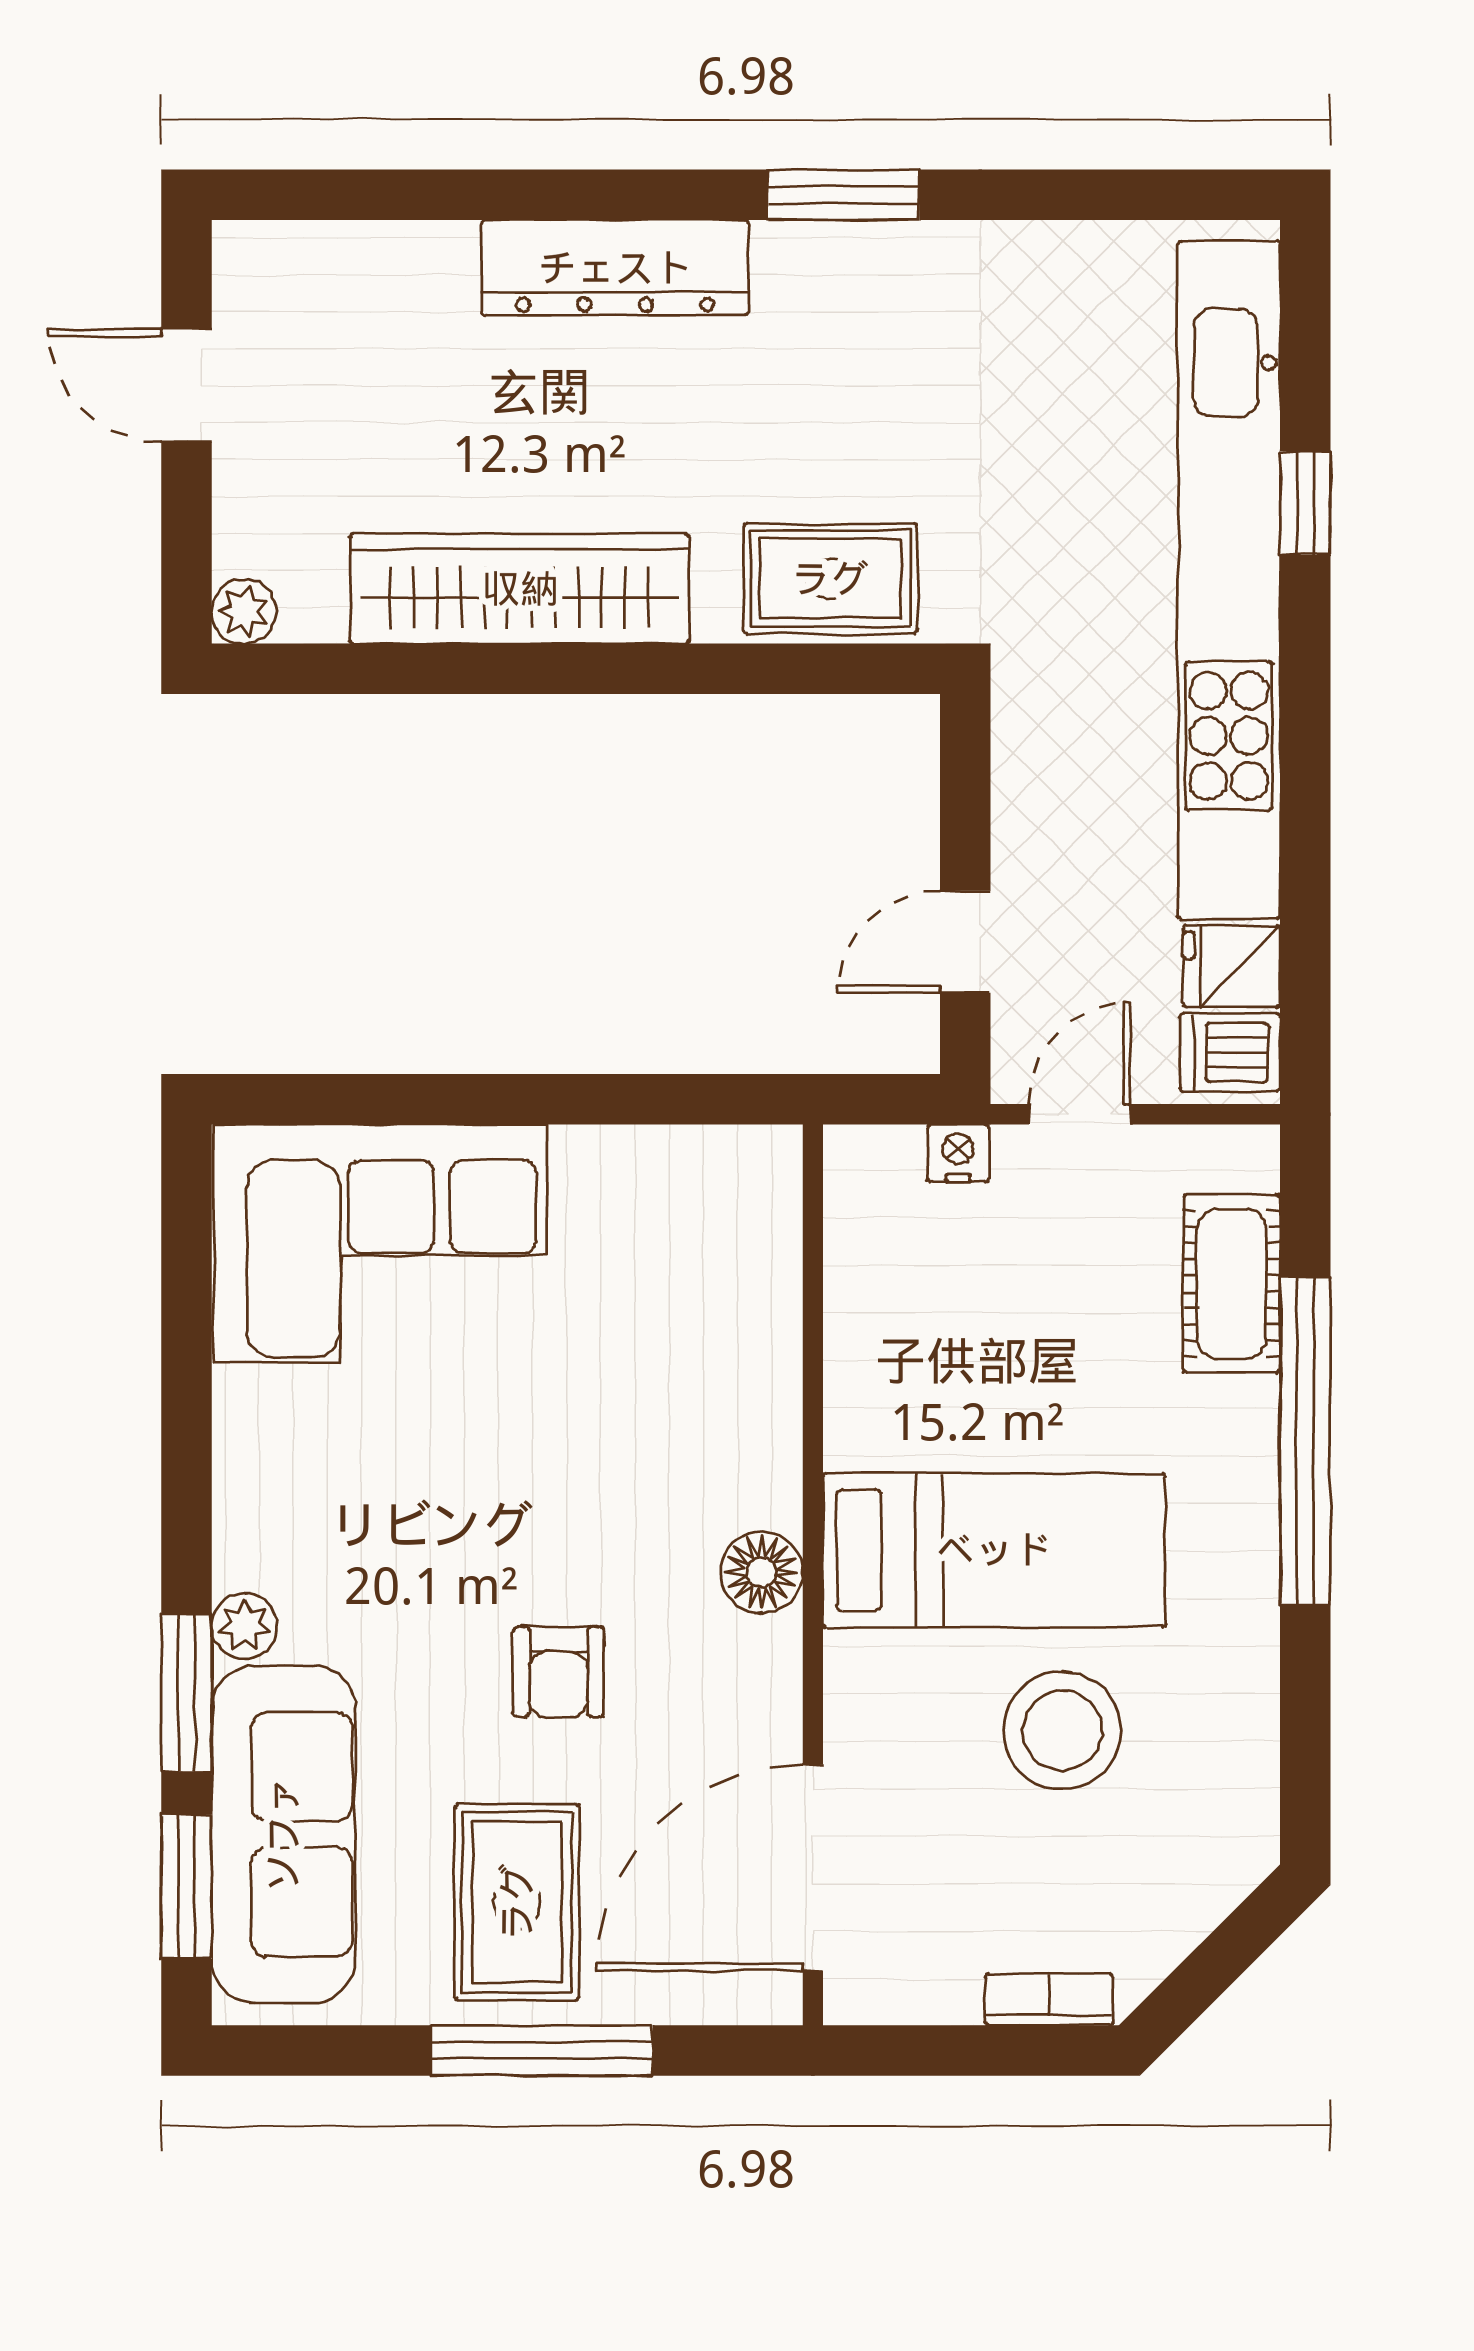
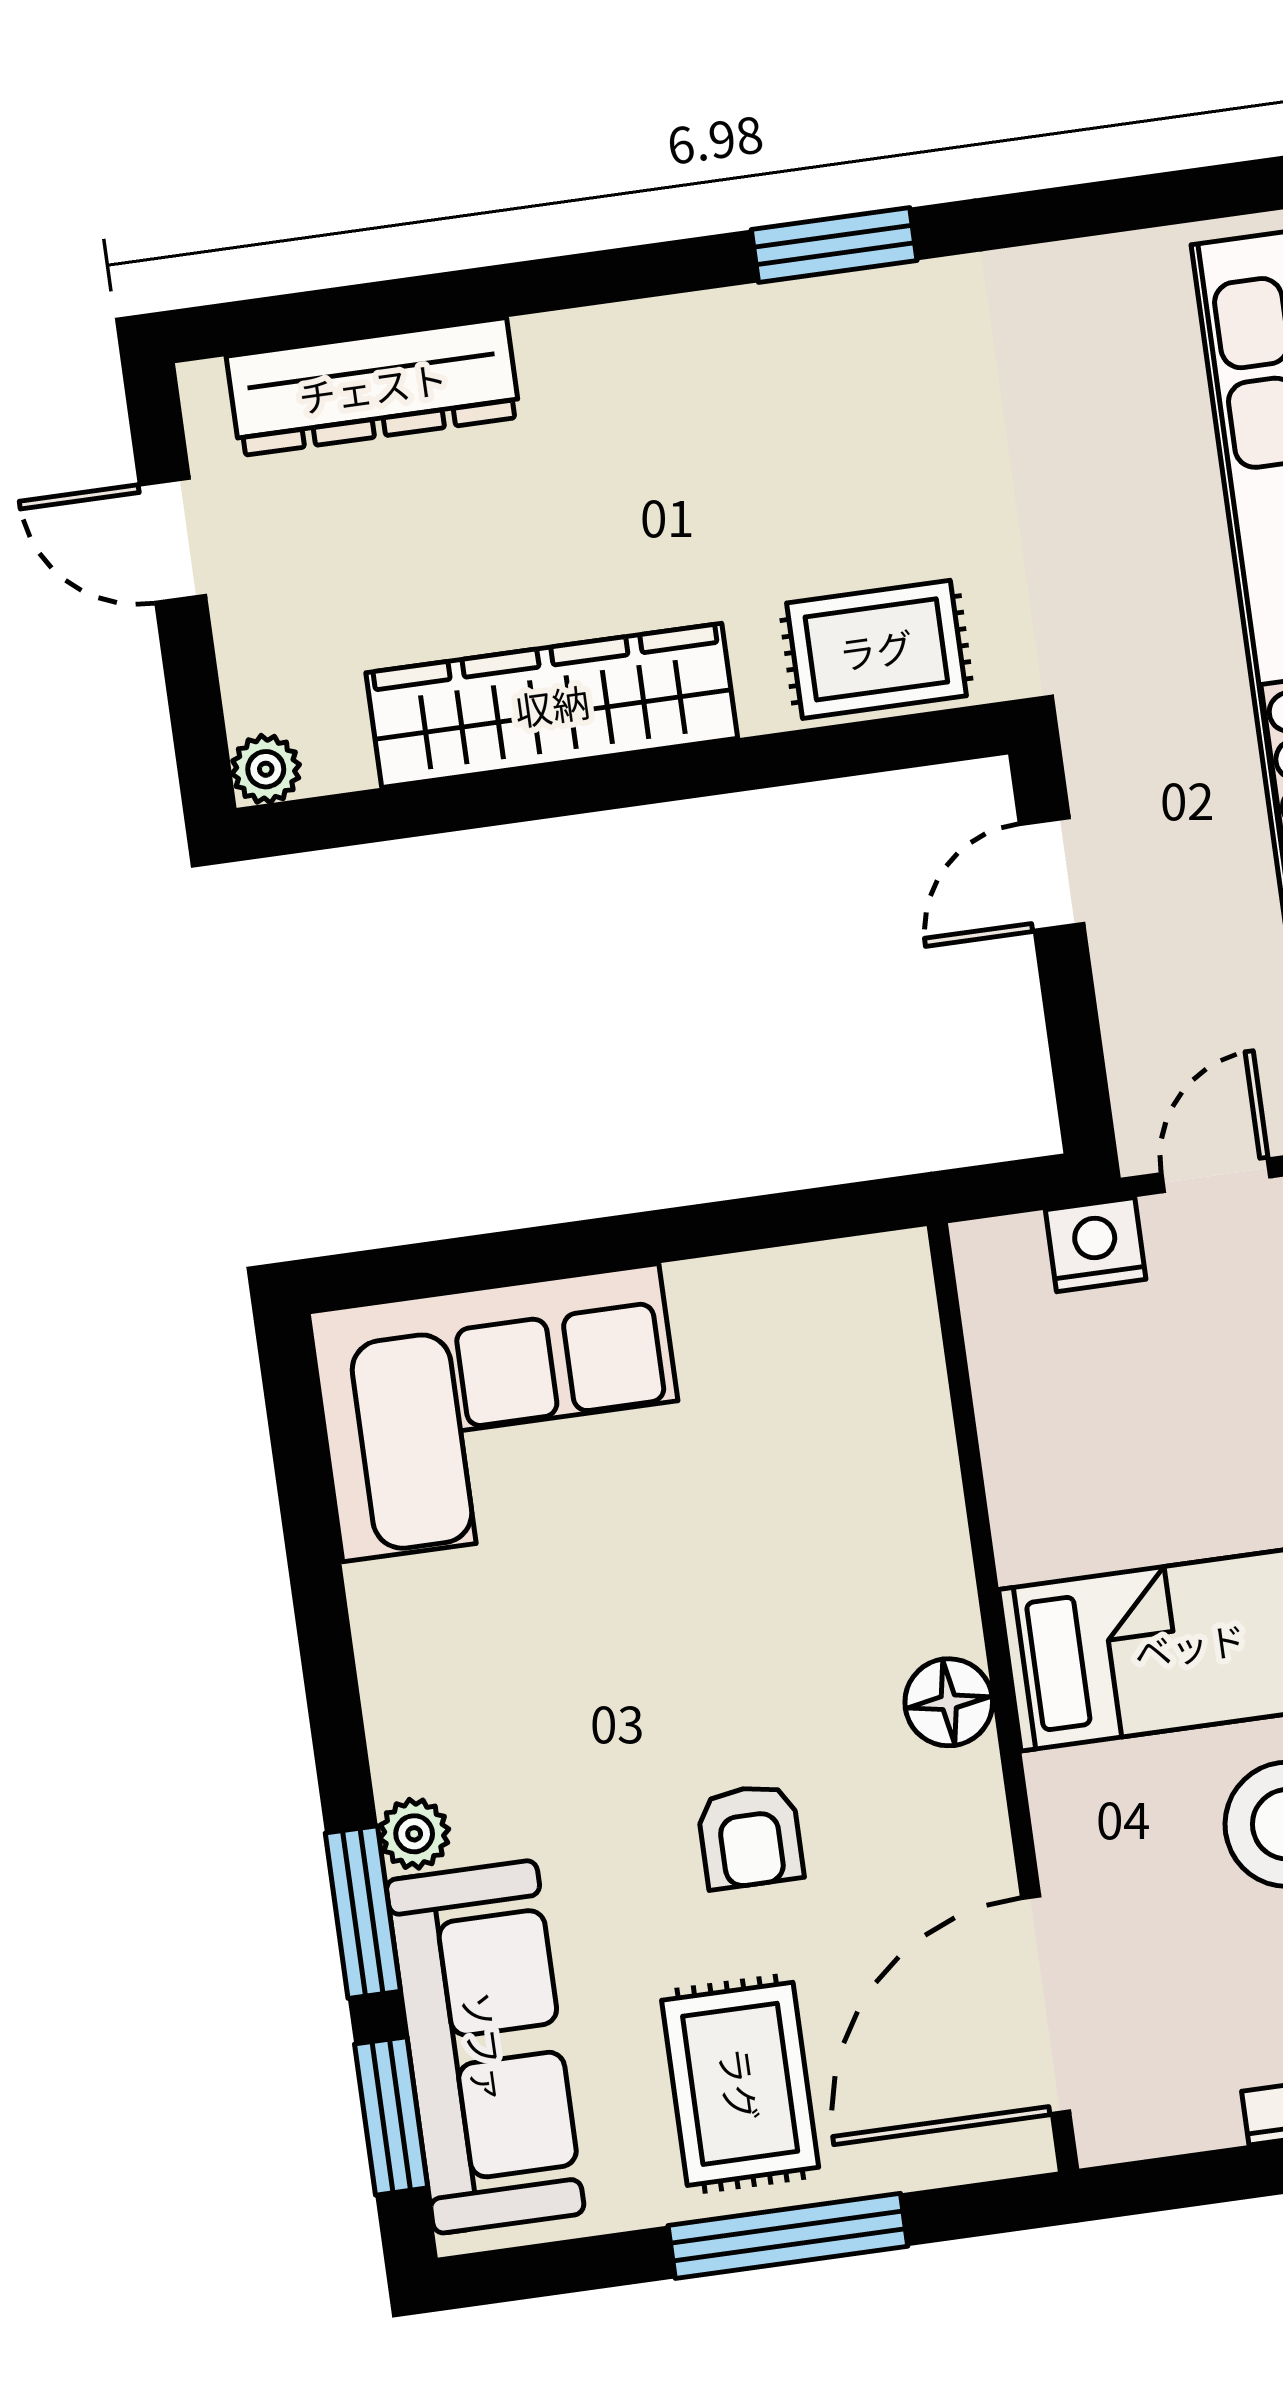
dresser: (615, 268) -> (373, 387), moved
door: (965, 942) -> (1052, 874), moved
nightstand: (958, 1153) -> (1096, 1245), width x1.39, depth x1.35

